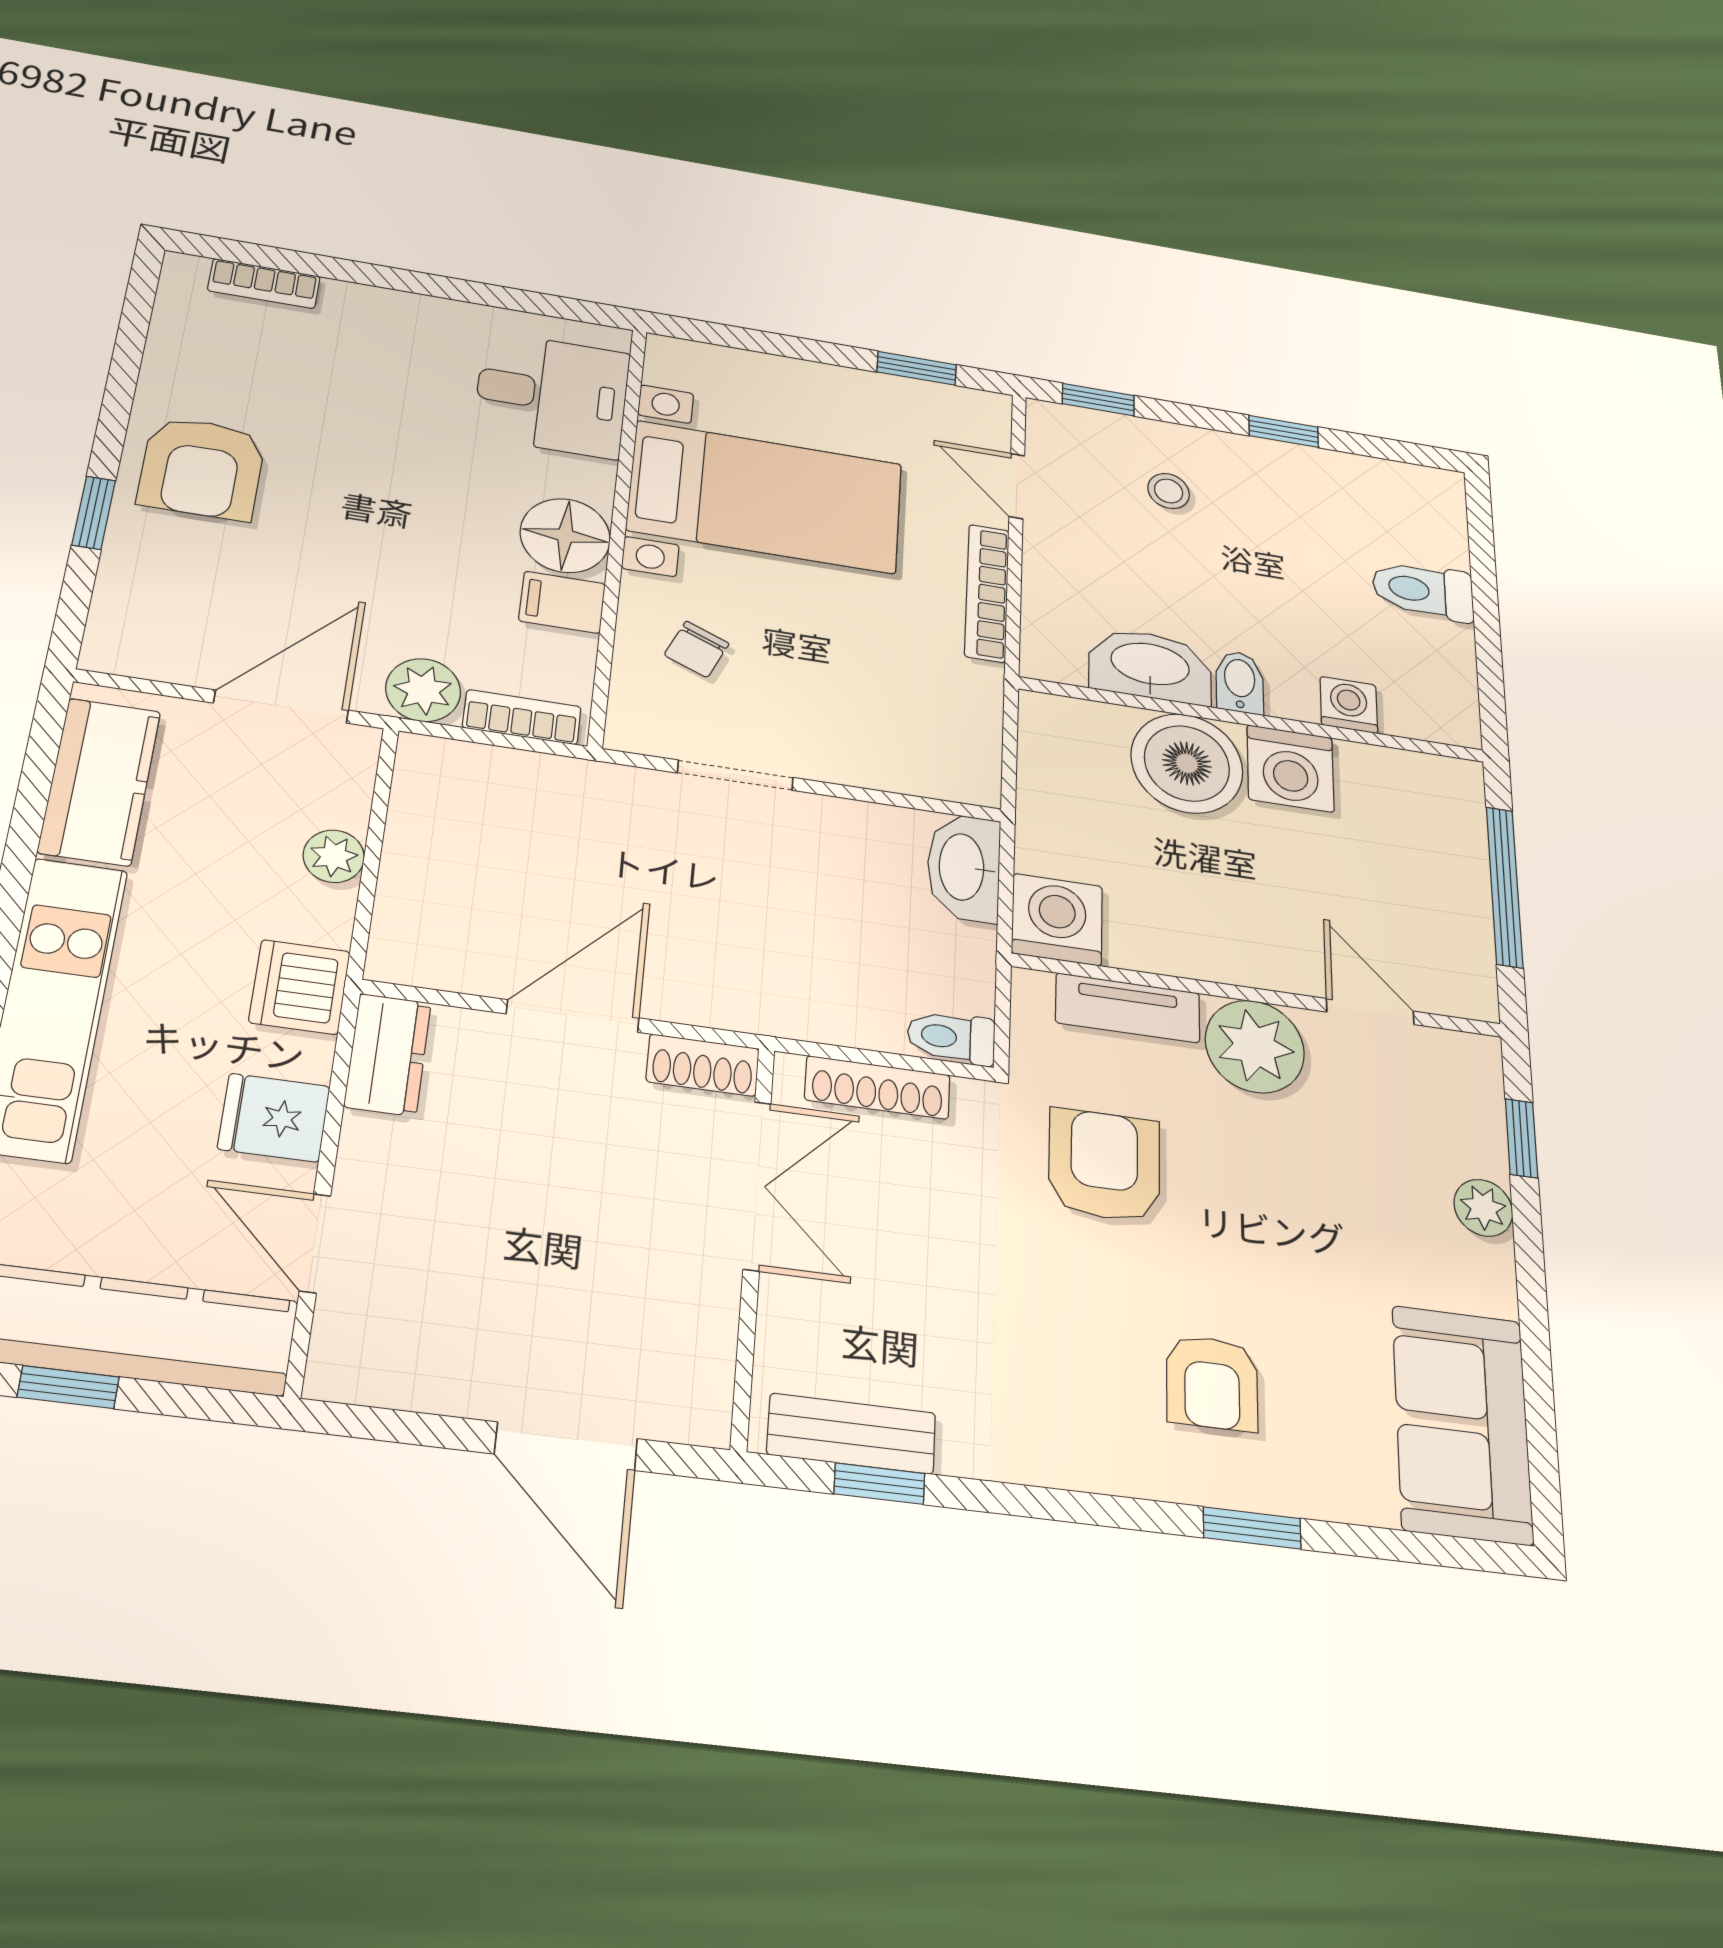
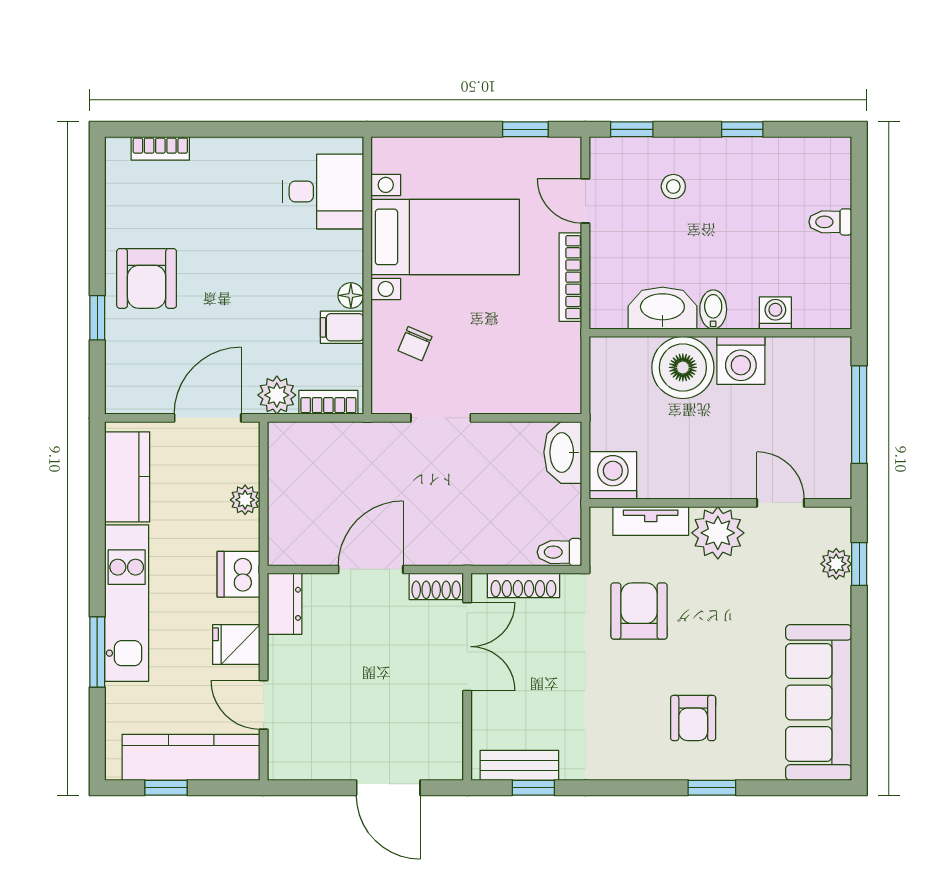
floor lamp: (565, 536) -> (351, 295), width x0.53, depth x0.53
toilet: (1423, 591) -> (830, 222), width x0.73, depth x0.72
plant: (1483, 1208) -> (836, 564), moved
sofa: (1462, 1424) -> (819, 702), width x1.36

